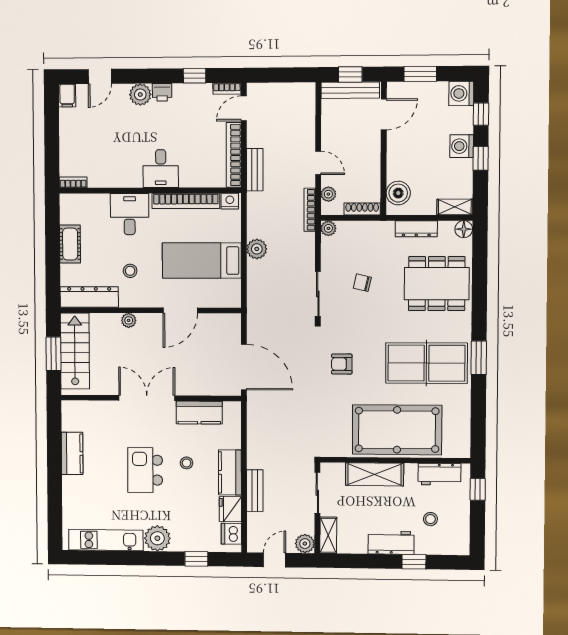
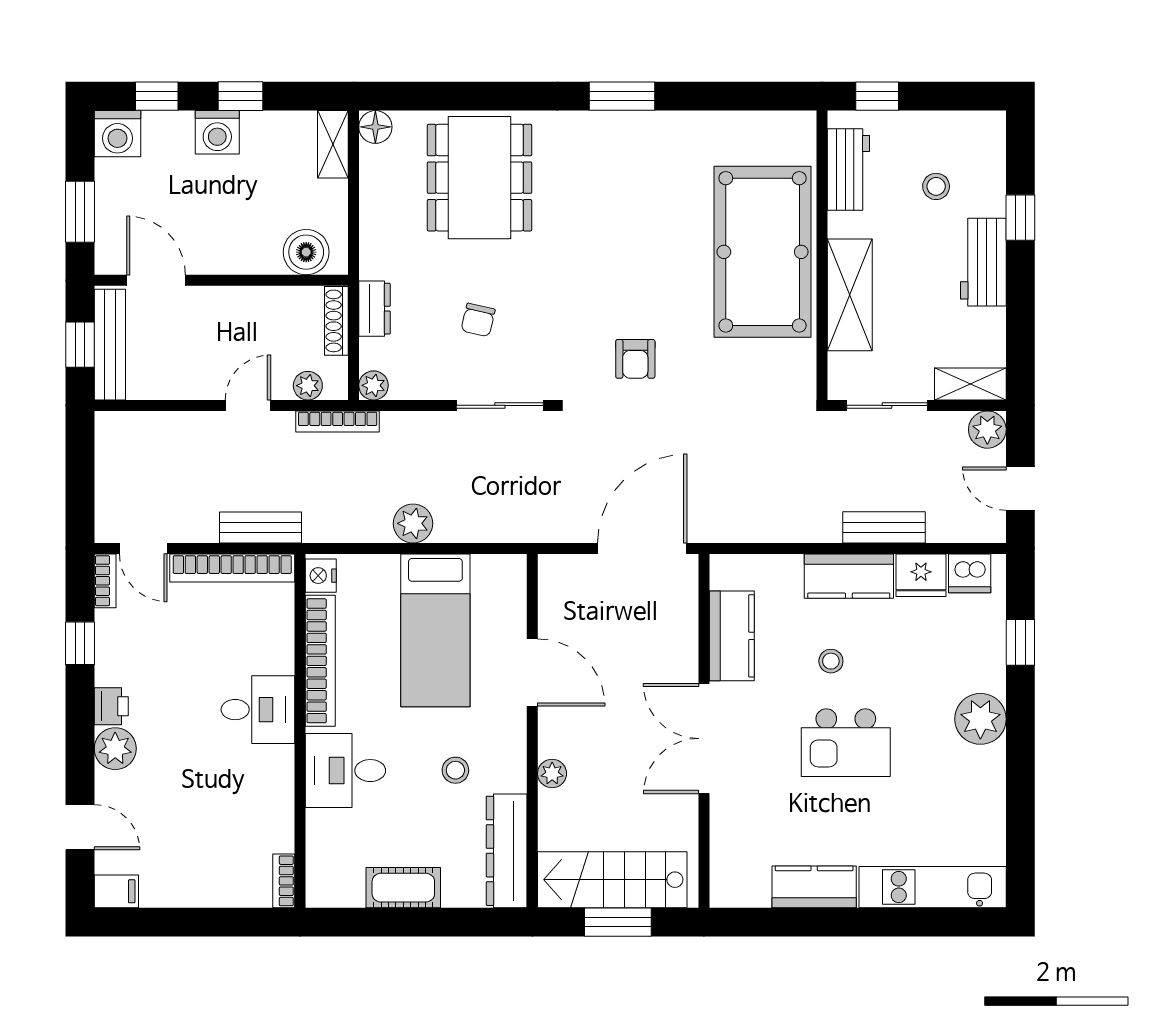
dresser: (416, 229) -> (374, 309), moved, width x0.70
table tennis table: (426, 363) -> (633, 196), removed
kitchen unit: (106, 540) -> (933, 887), moved, turned 90

